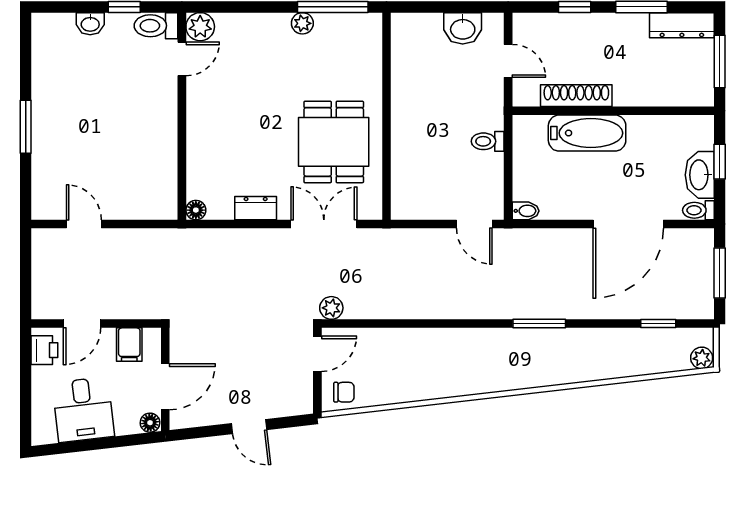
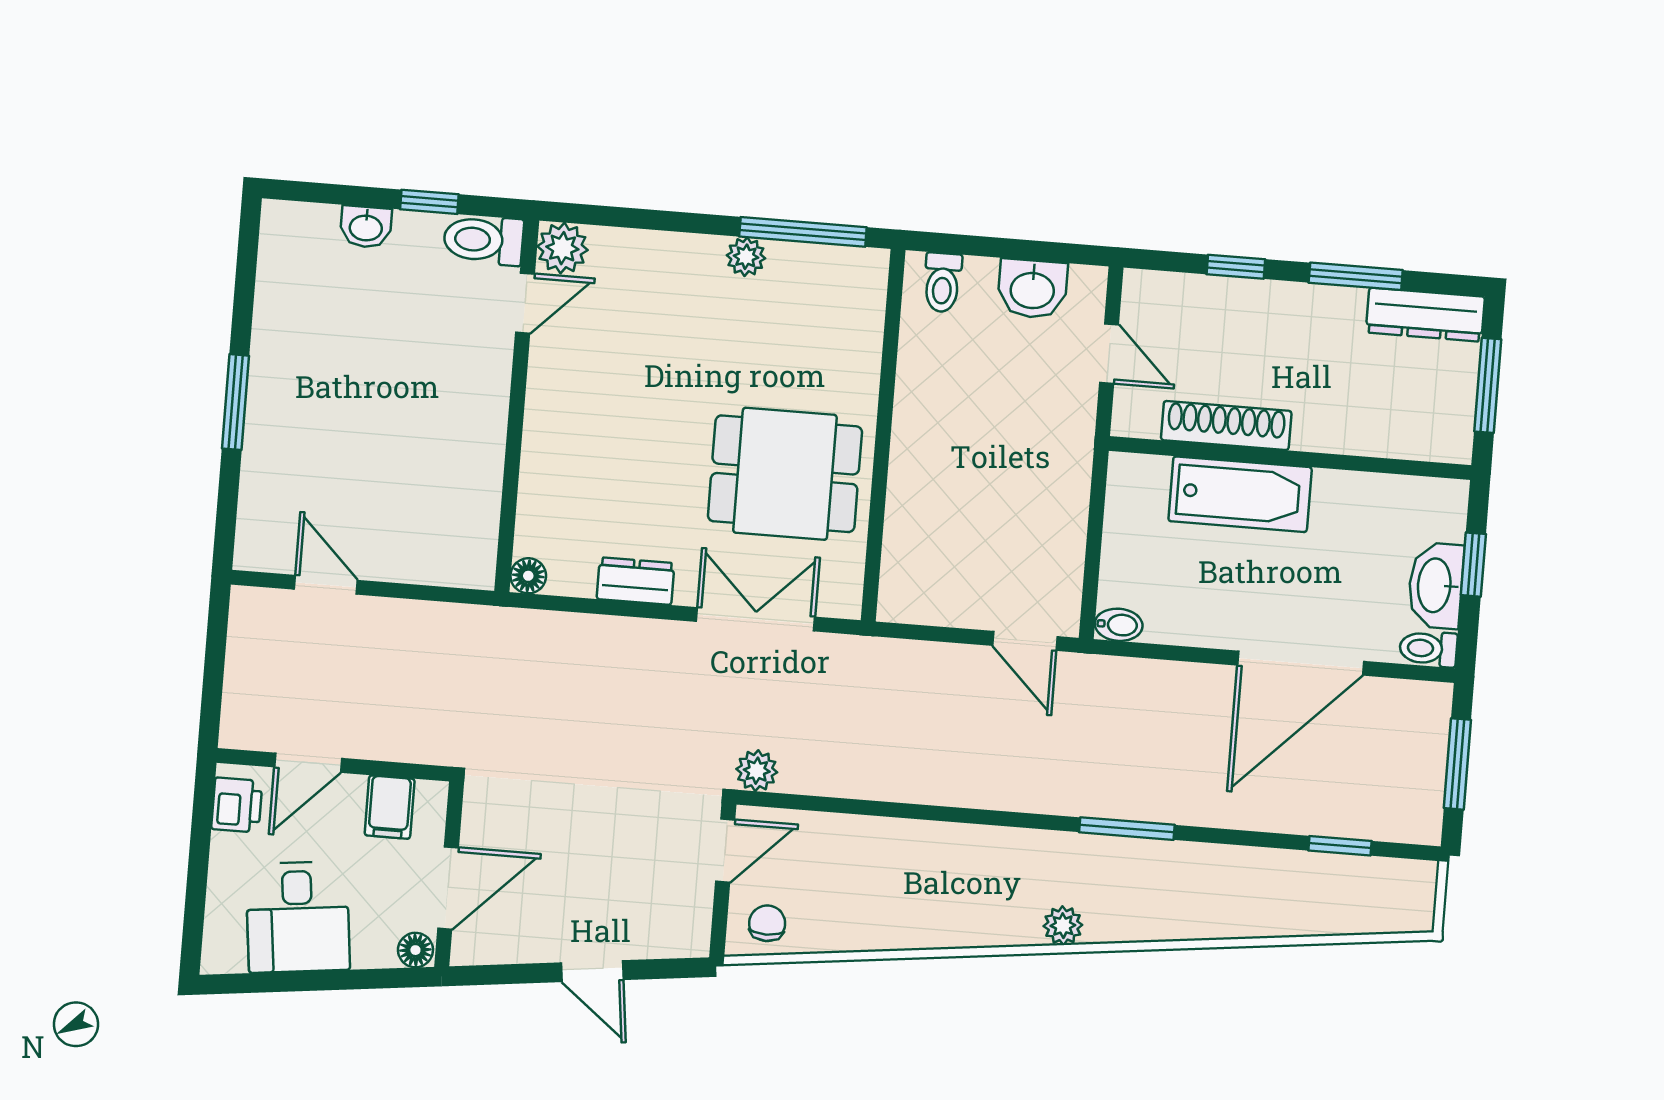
toilet: (488, 141) -> (942, 282), moved, turned -90
dining table: (334, 142) -> (785, 474), turned 90
plant: (702, 358) -> (1063, 926), moved
chair: (344, 392) -> (767, 923), turned -90

